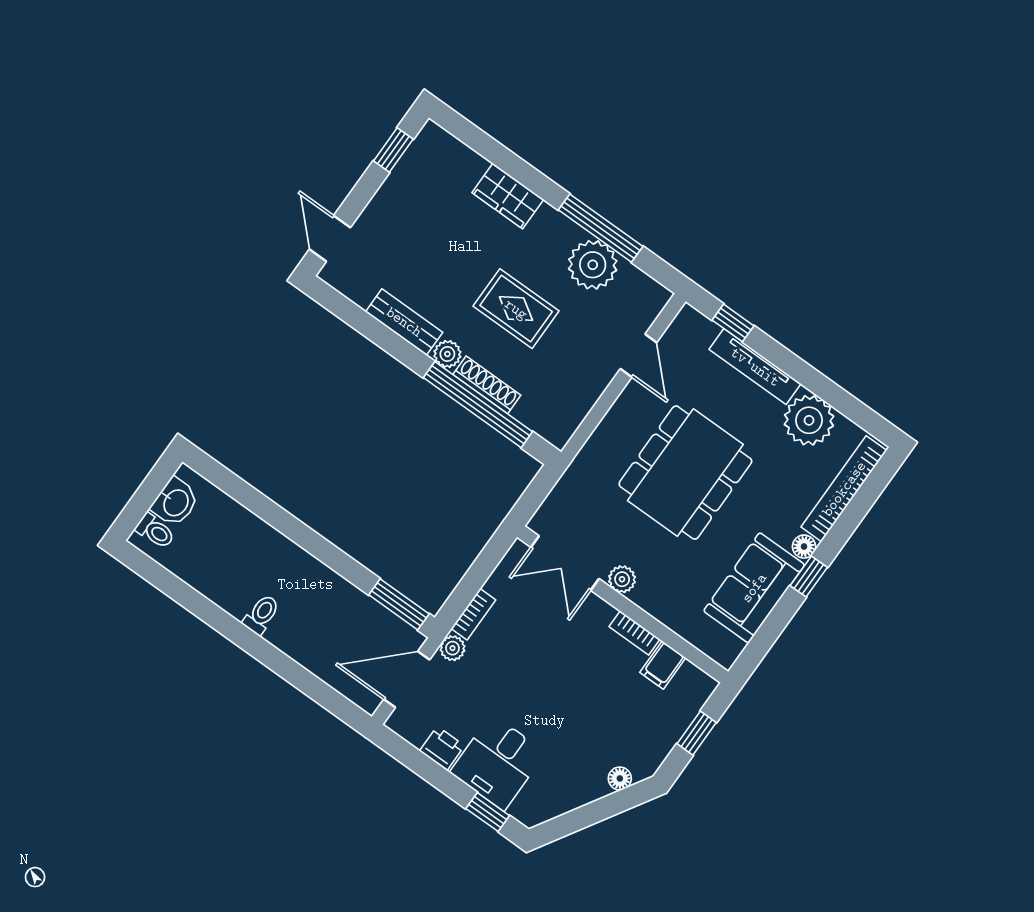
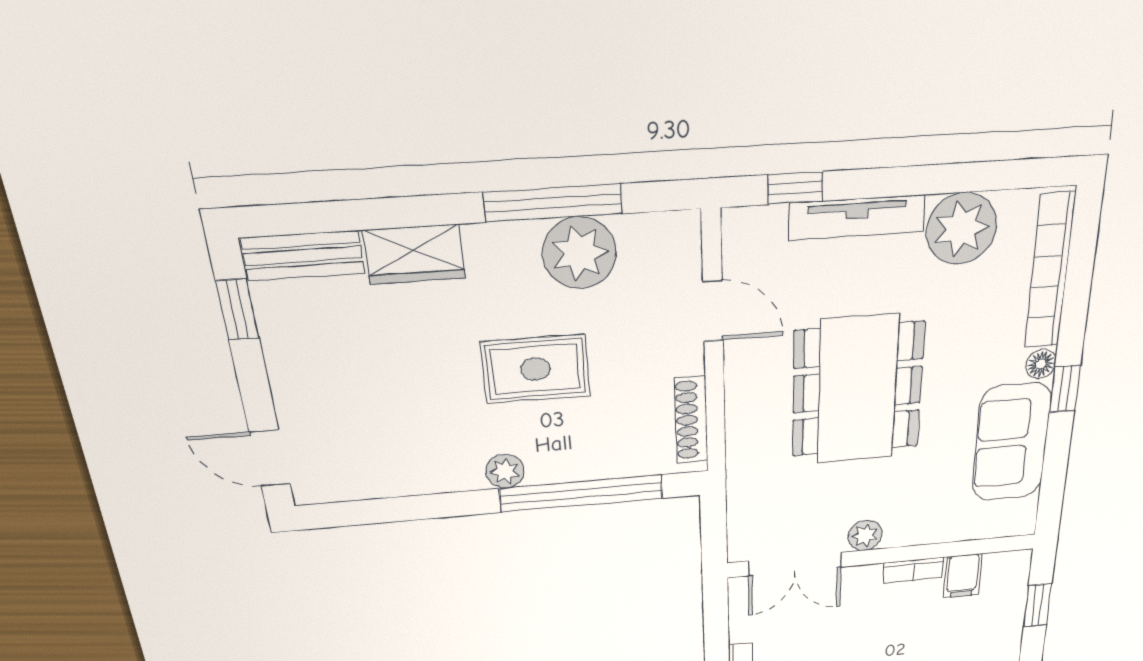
bench: (404, 322) -> (303, 256), moved
shoe rack: (487, 385) -> (691, 420), moved, turned -90

